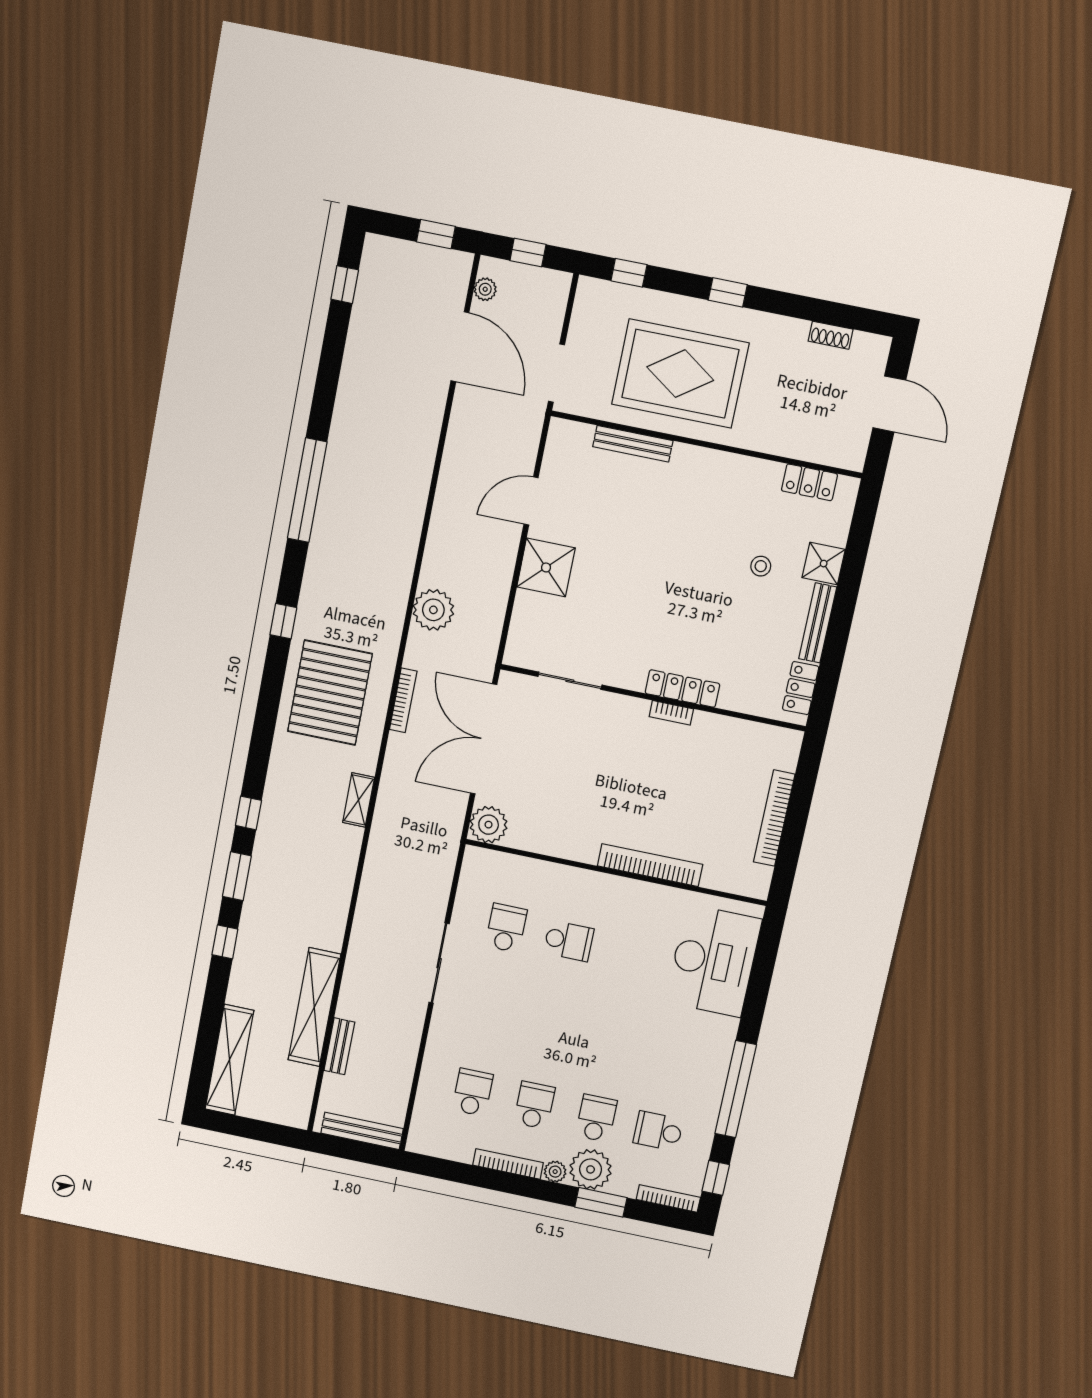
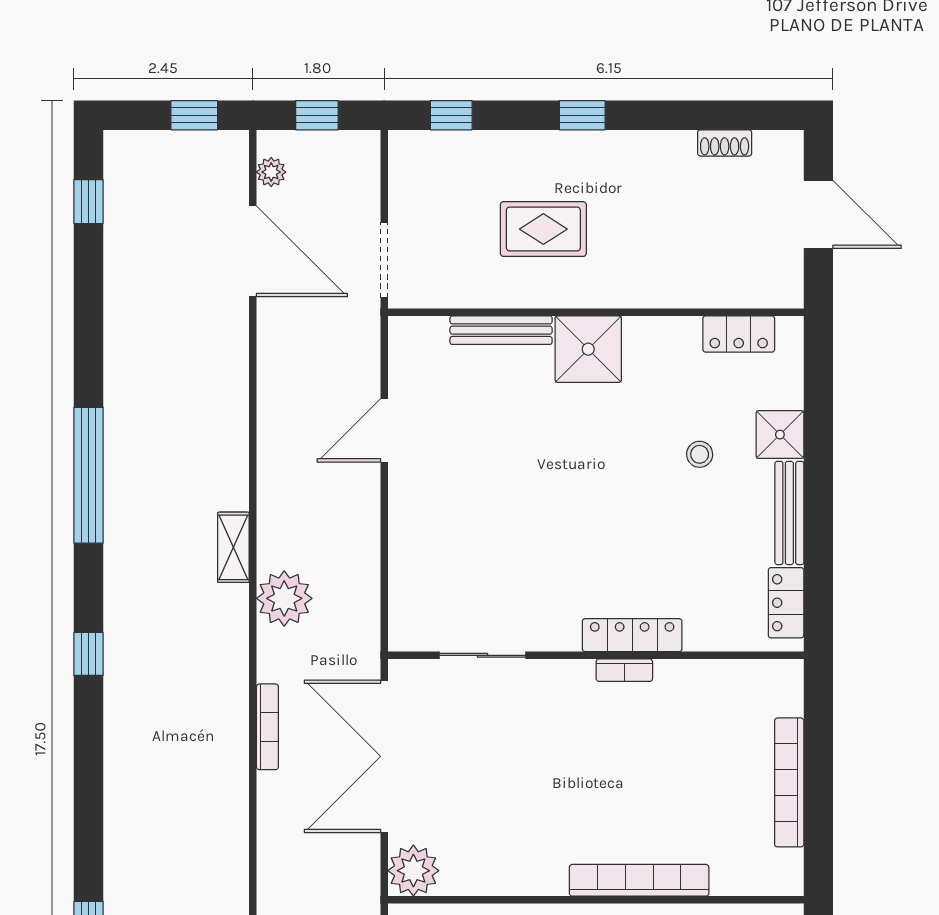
rug: (680, 374) -> (543, 229), width x0.54, depth x0.49
shower: (546, 567) -> (588, 349), moved
pallet: (330, 693) -> (168, 737), removed
shelving: (359, 800) -> (233, 547), moved

